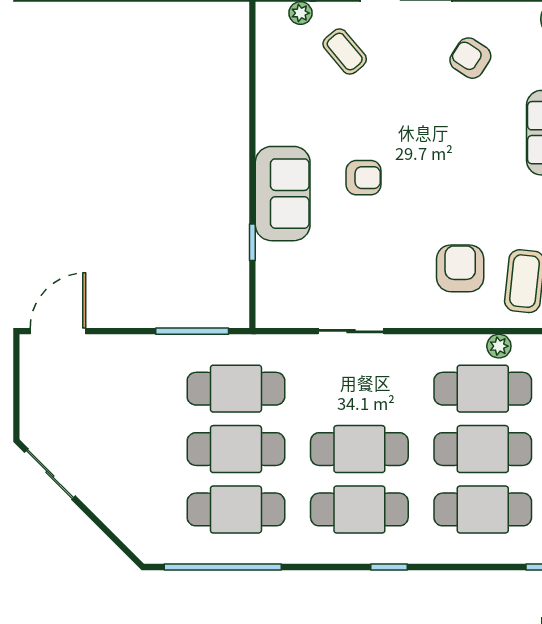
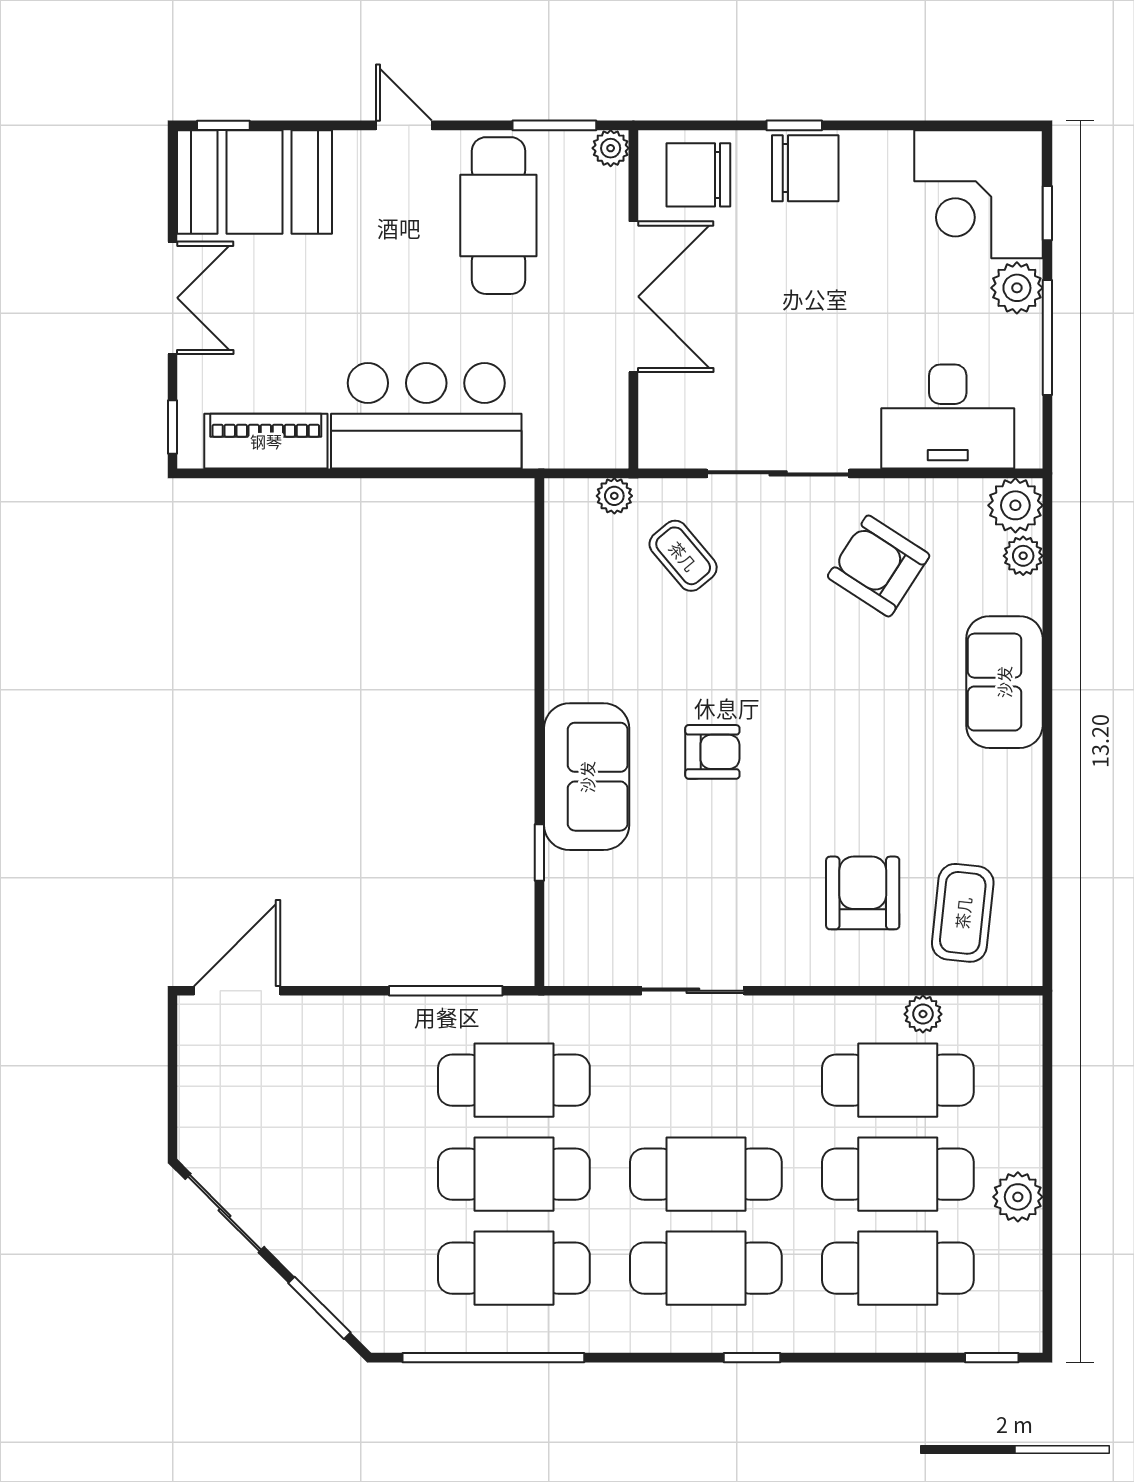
armchair: (470, 58) -> (879, 566), width x1.38, depth x1.38
window: (111, 535) -> (319, 1308), added

